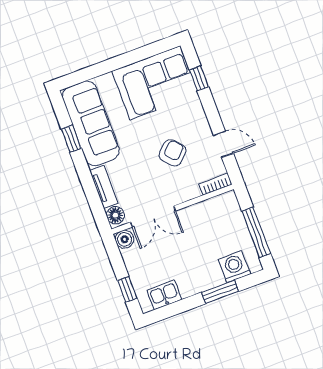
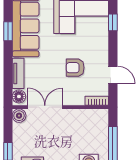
armchair: (173, 153) -> (75, 68), turned -137
double door: (153, 217) -> (45, 107), swing flipped

